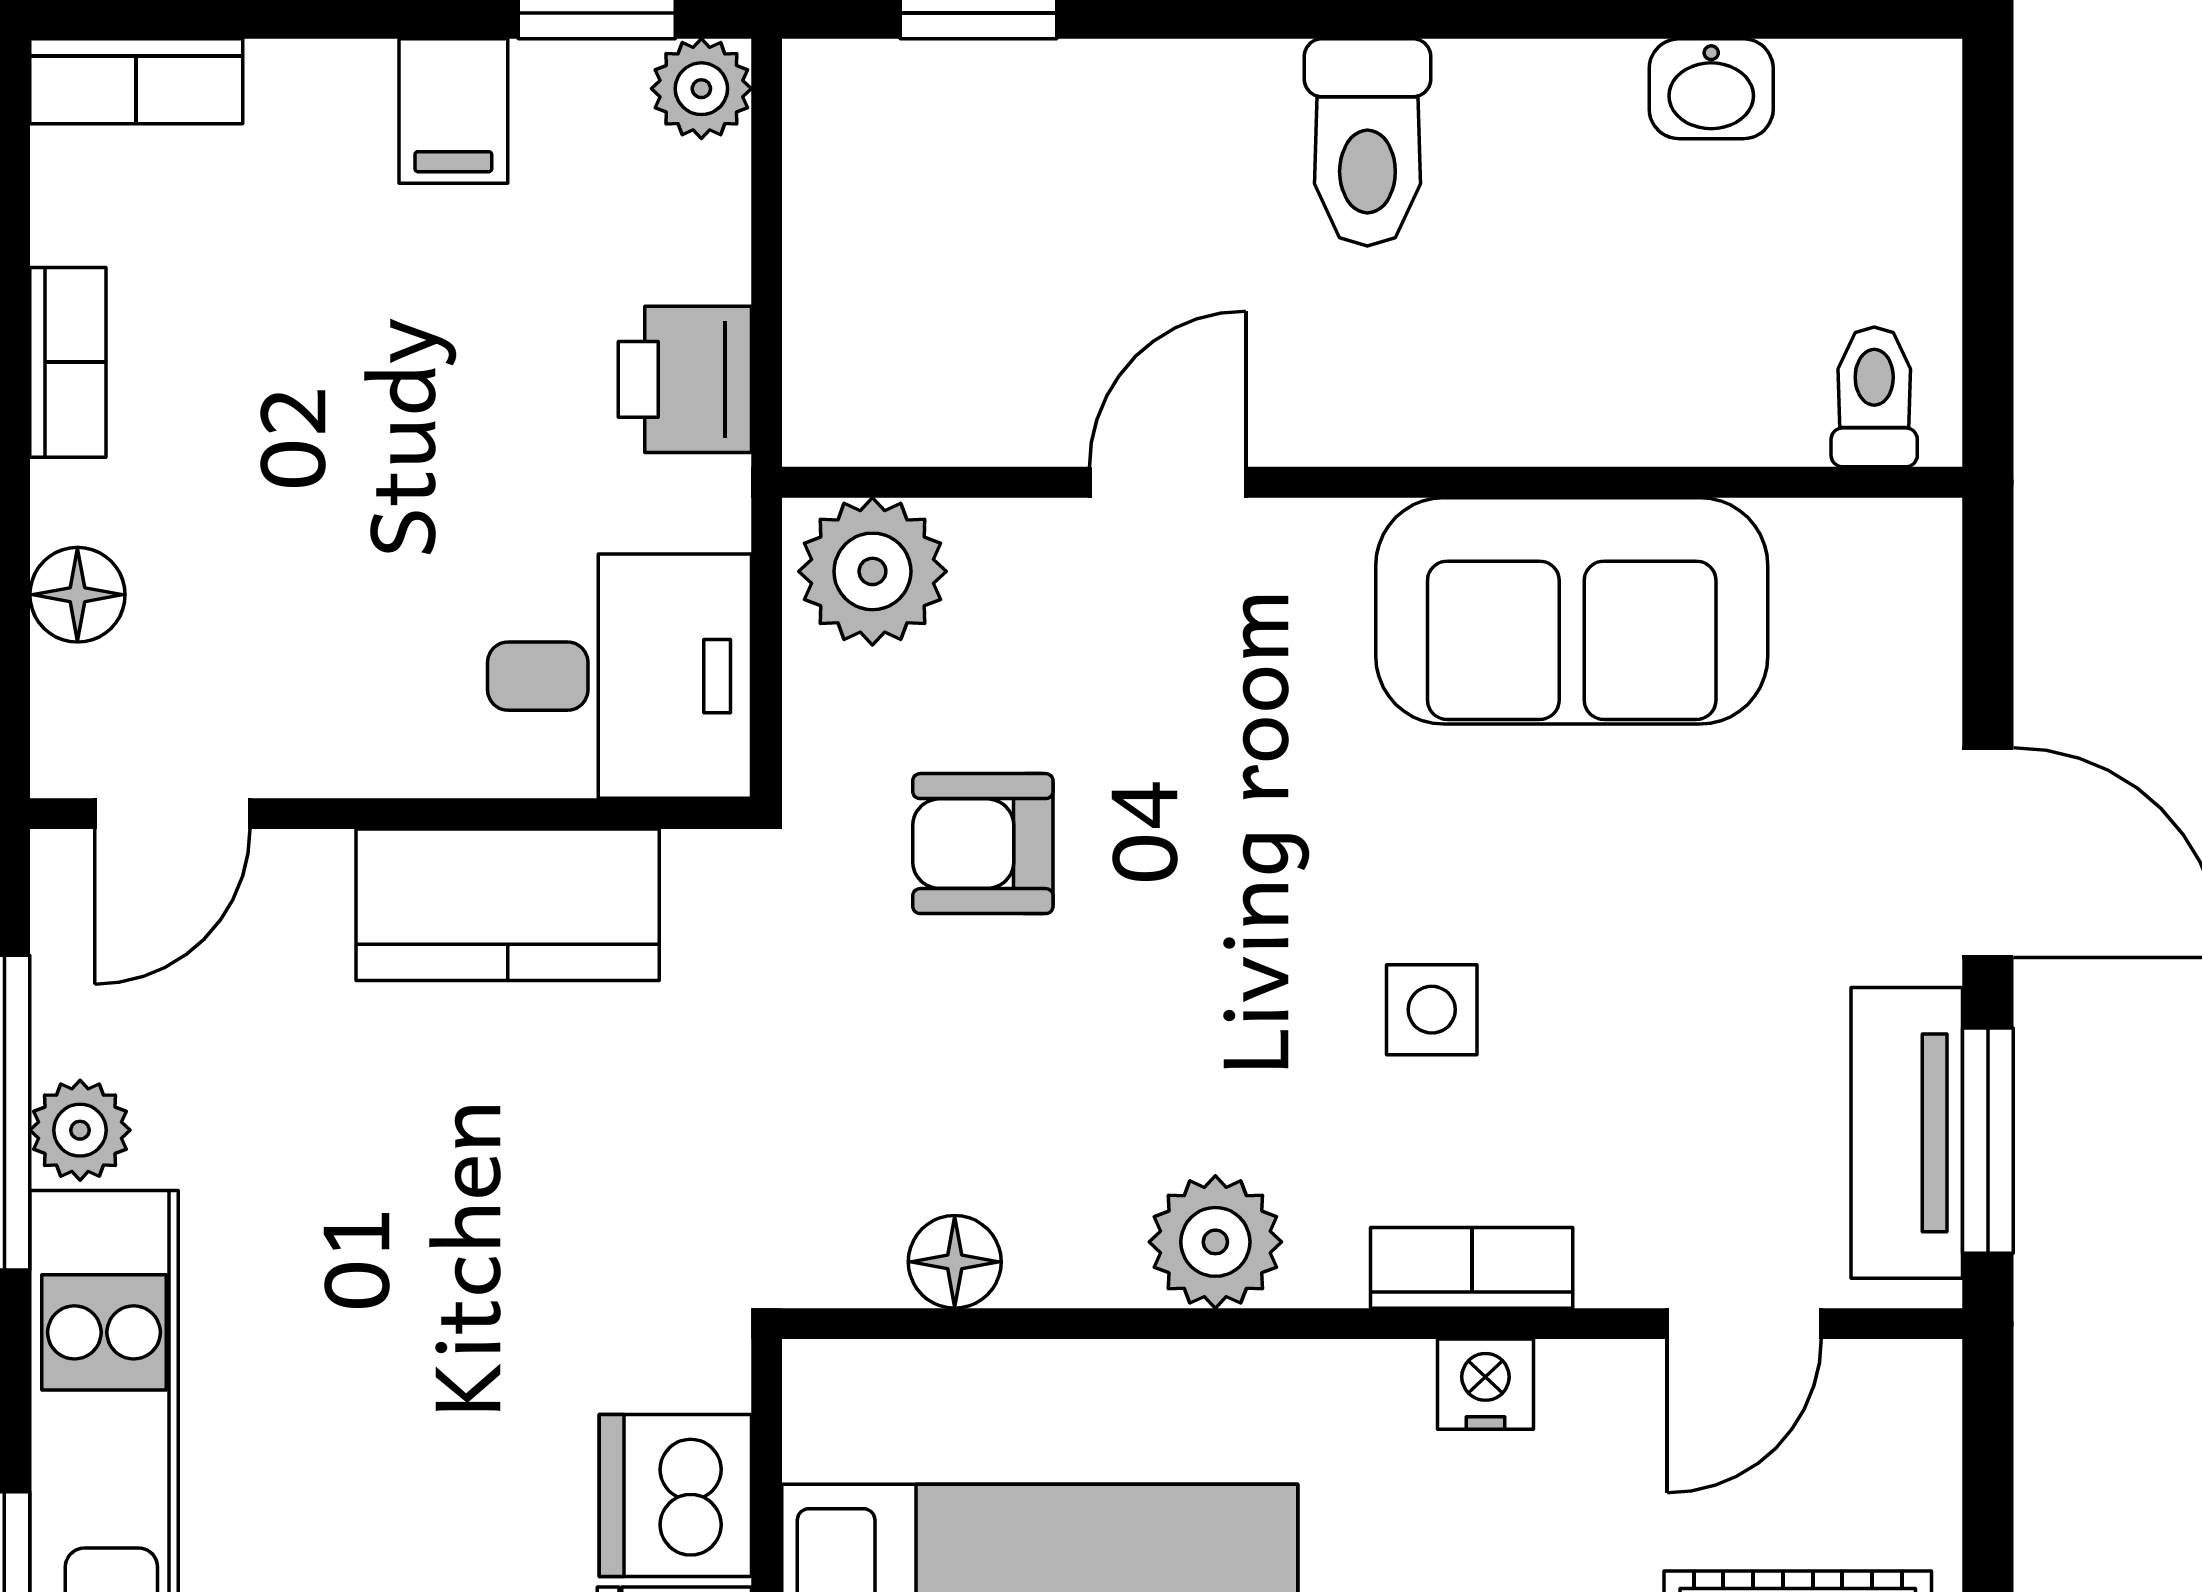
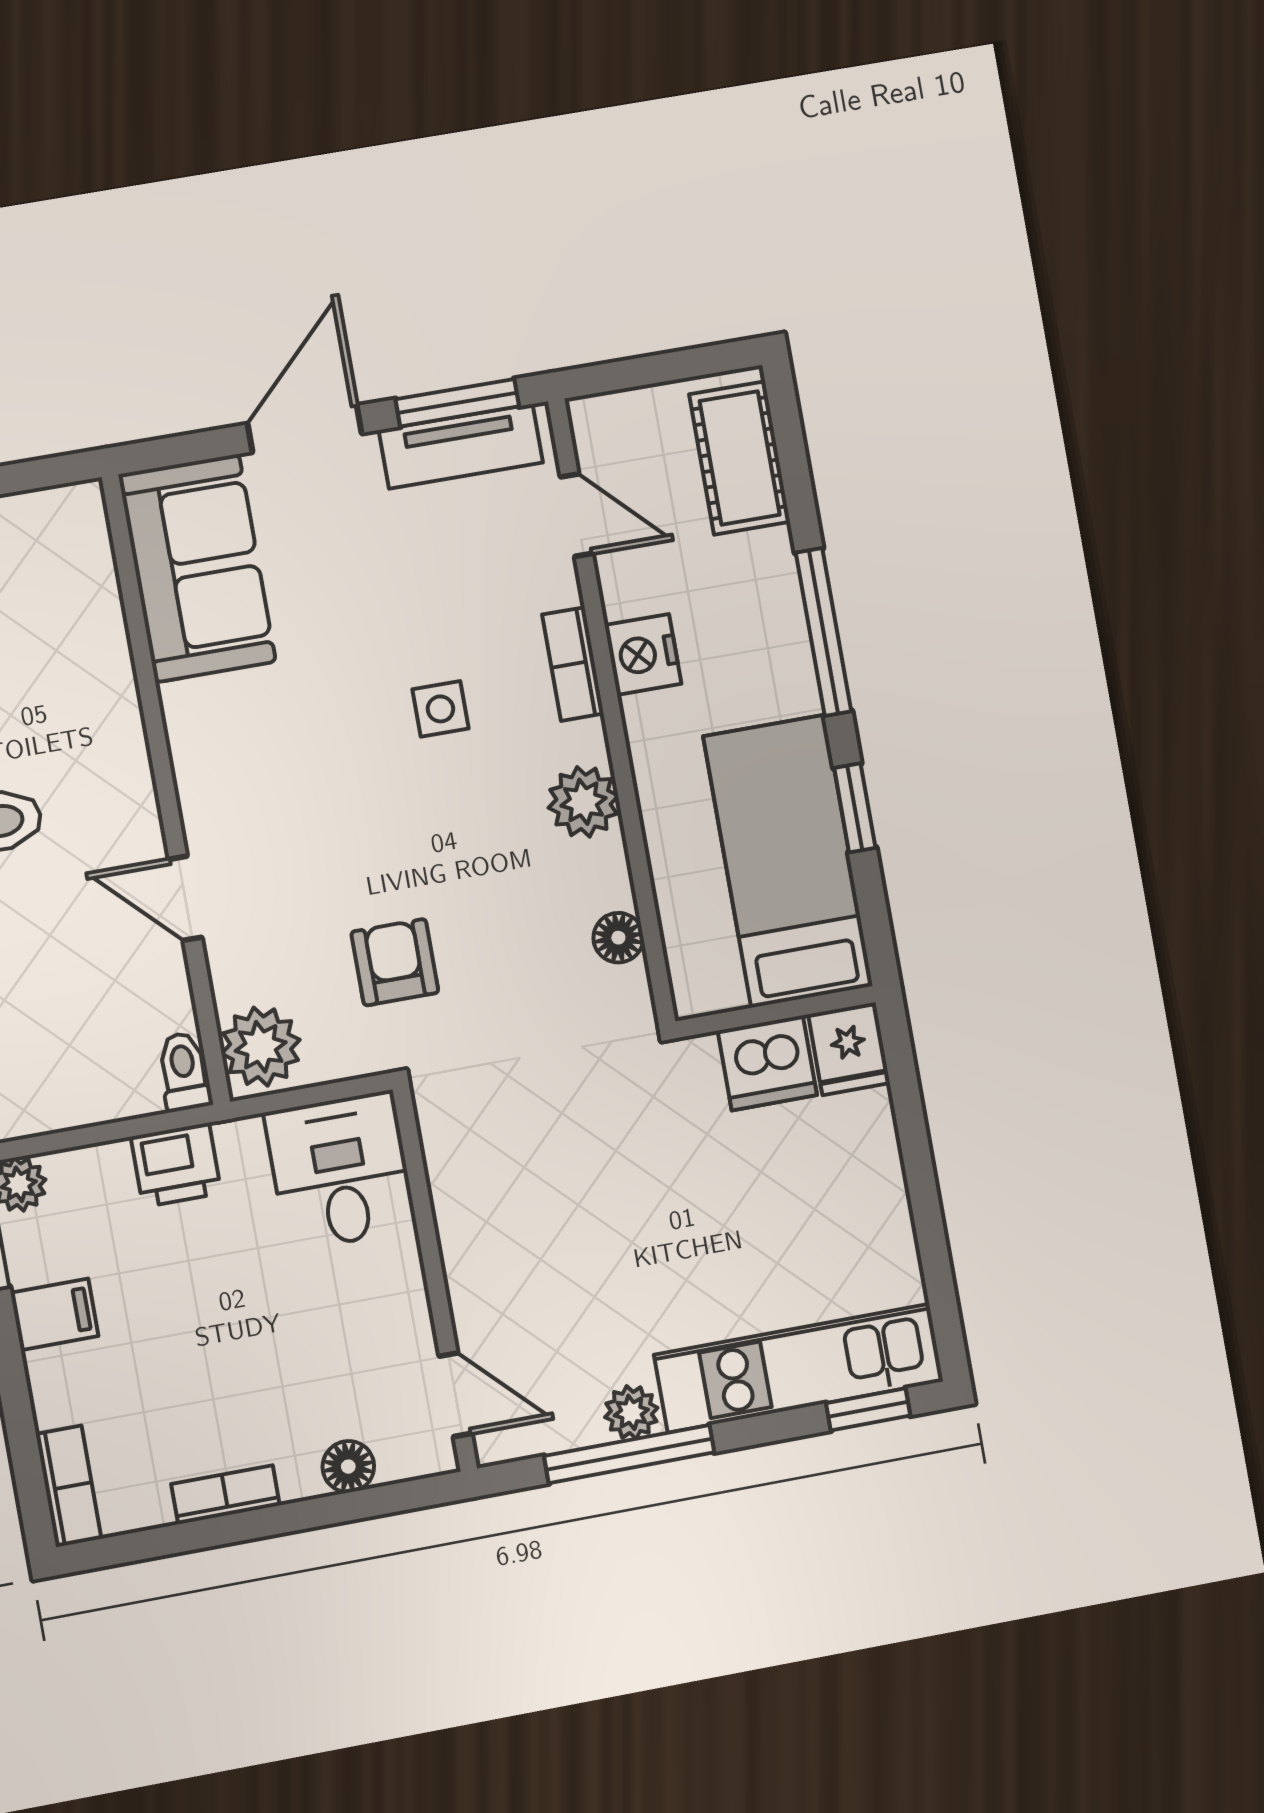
toilet: (1874, 397) -> (184, 1072), moved, turned 90
sofa: (1572, 611) -> (197, 568), moved
armchair: (983, 844) -> (395, 962), turned 180
kitchen counter: (508, 905) -> (472, 1208), removed
nightstand: (1485, 1384) -> (643, 654), width x1.39, depth x1.35

